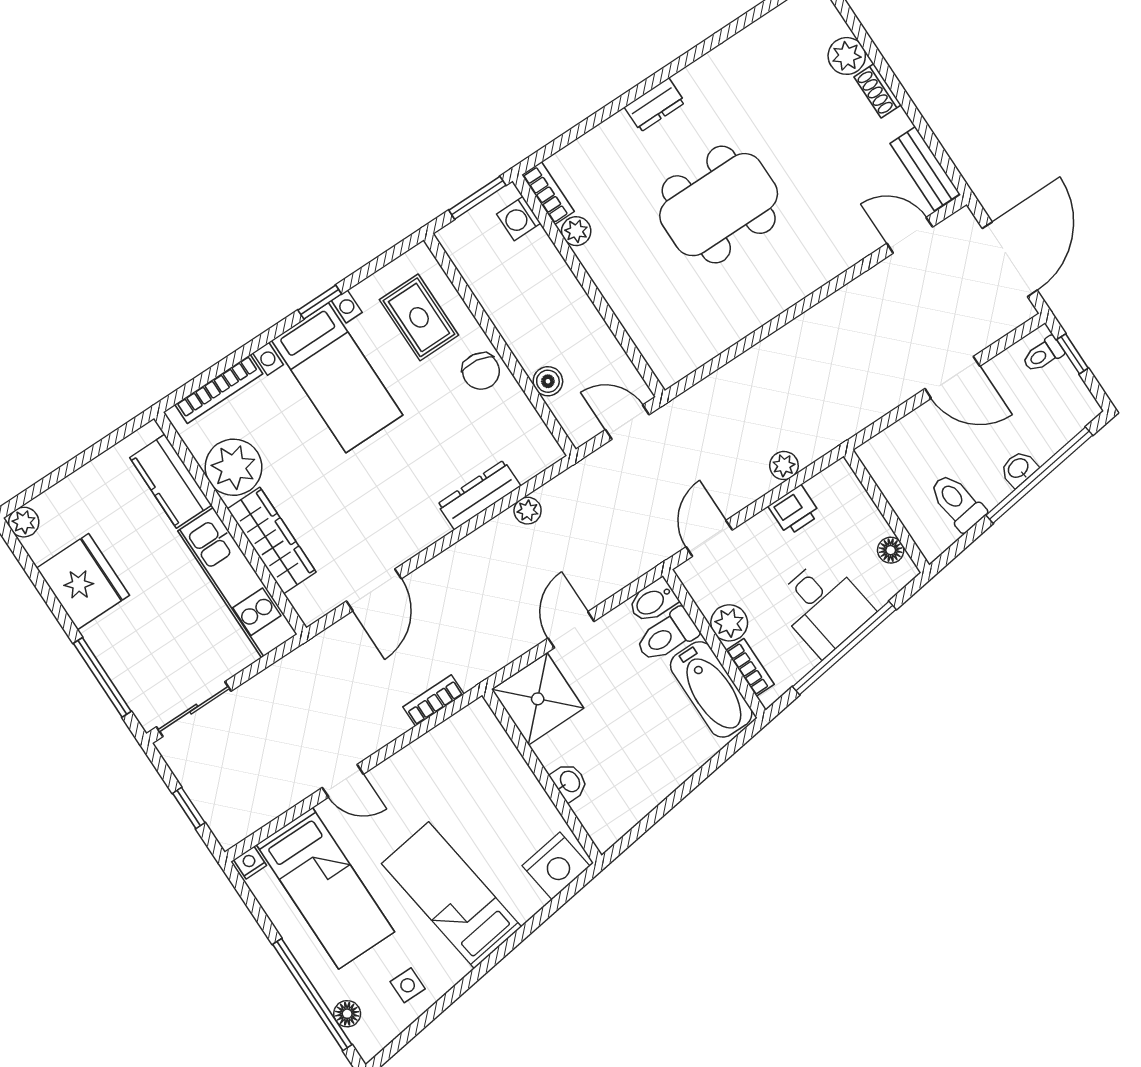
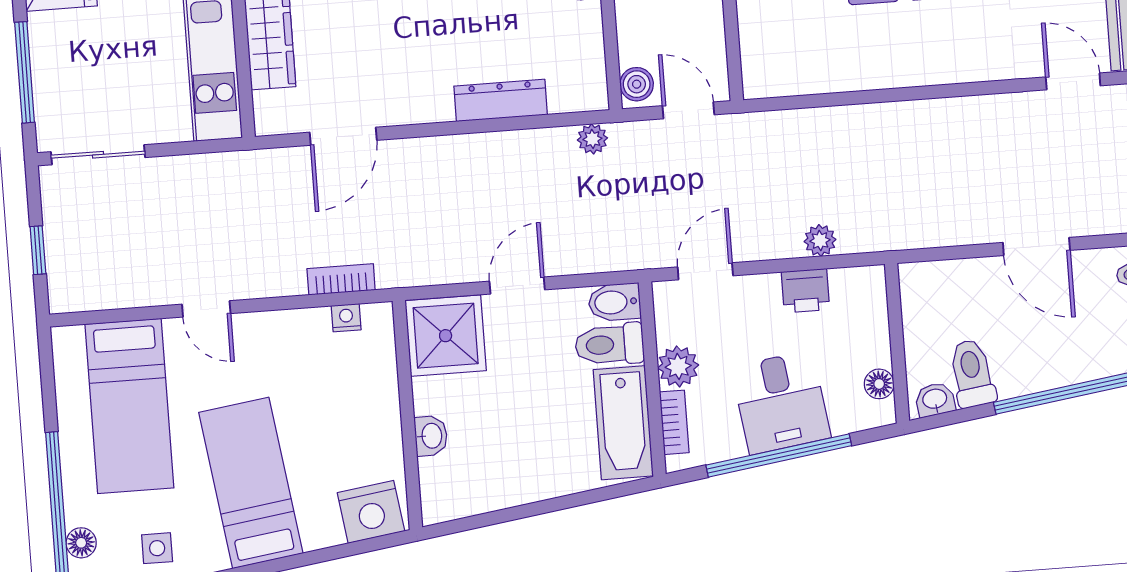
boiler: (548, 381) -> (637, 84), moved
washbasin: (1019, 469) -> (935, 400), moved
plant: (528, 511) -> (592, 139), moved
nightstand: (250, 863) -> (346, 318), moved

